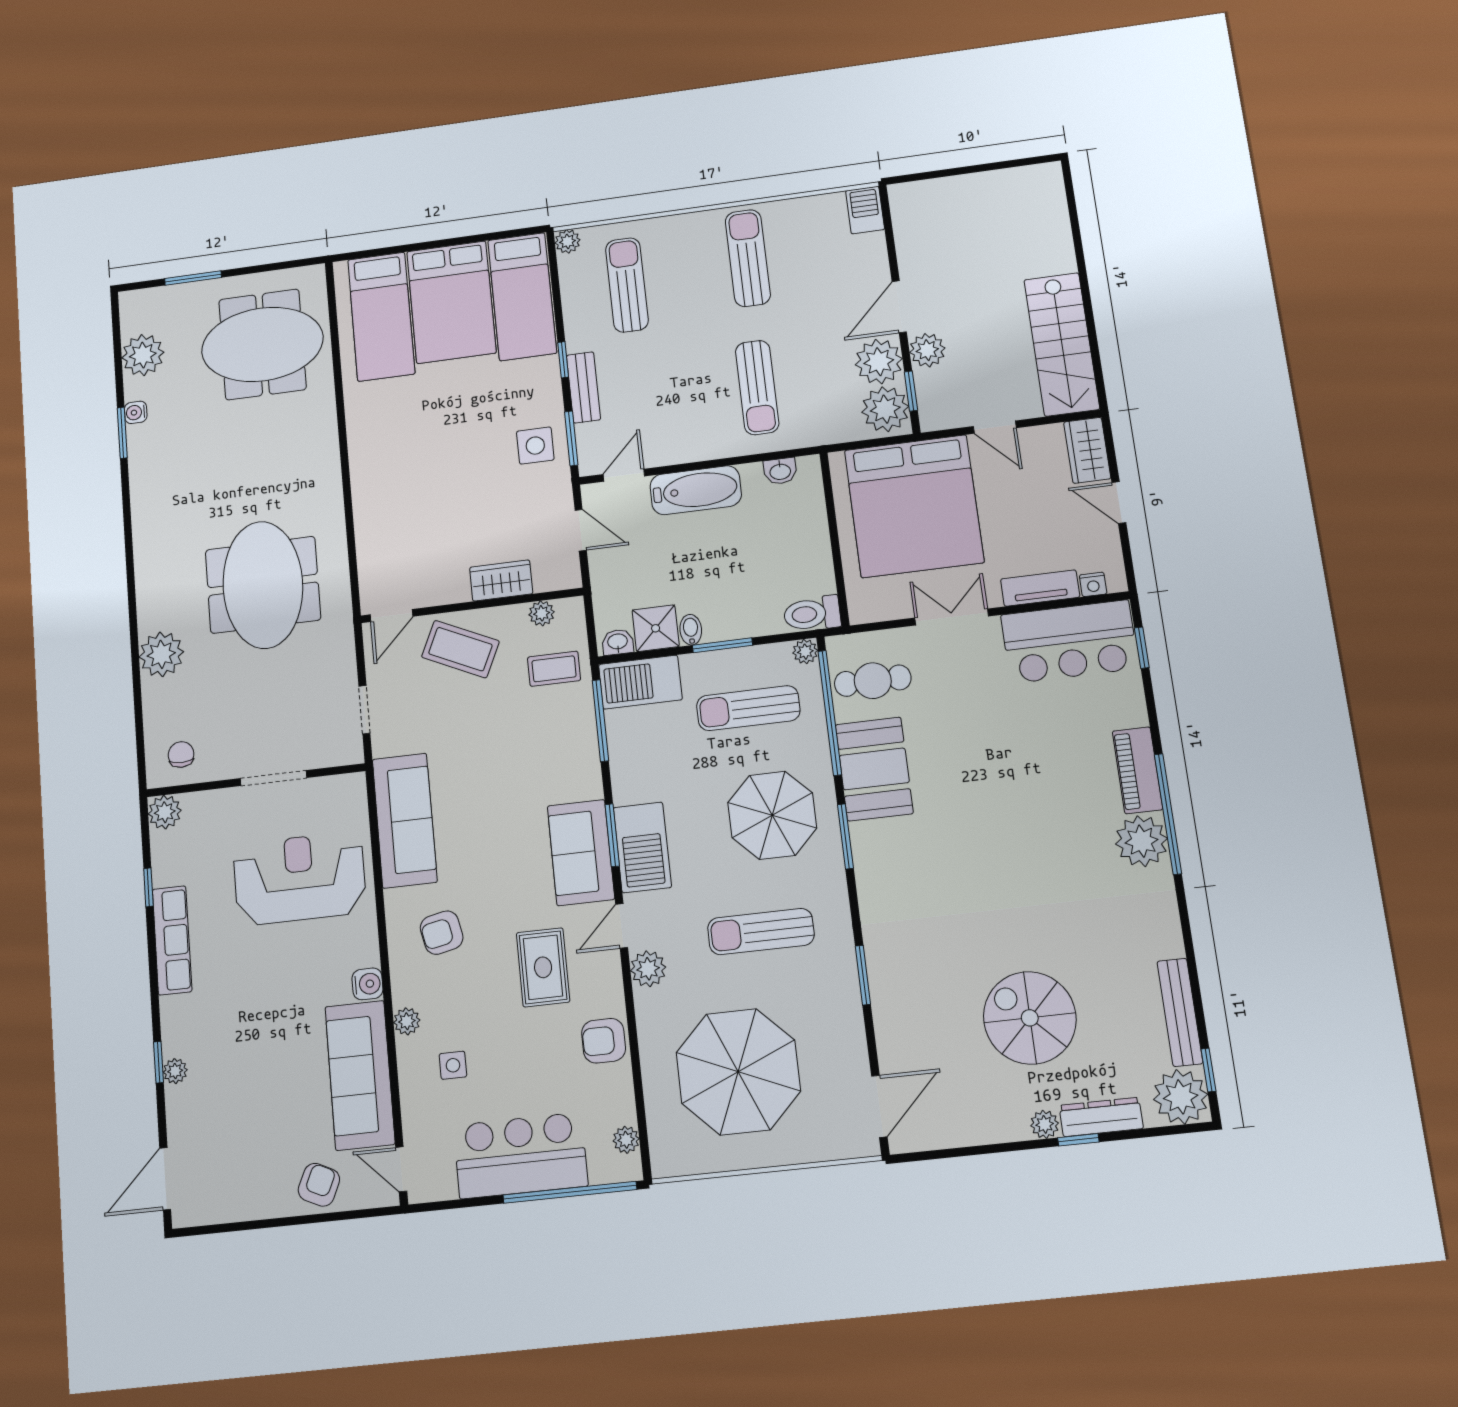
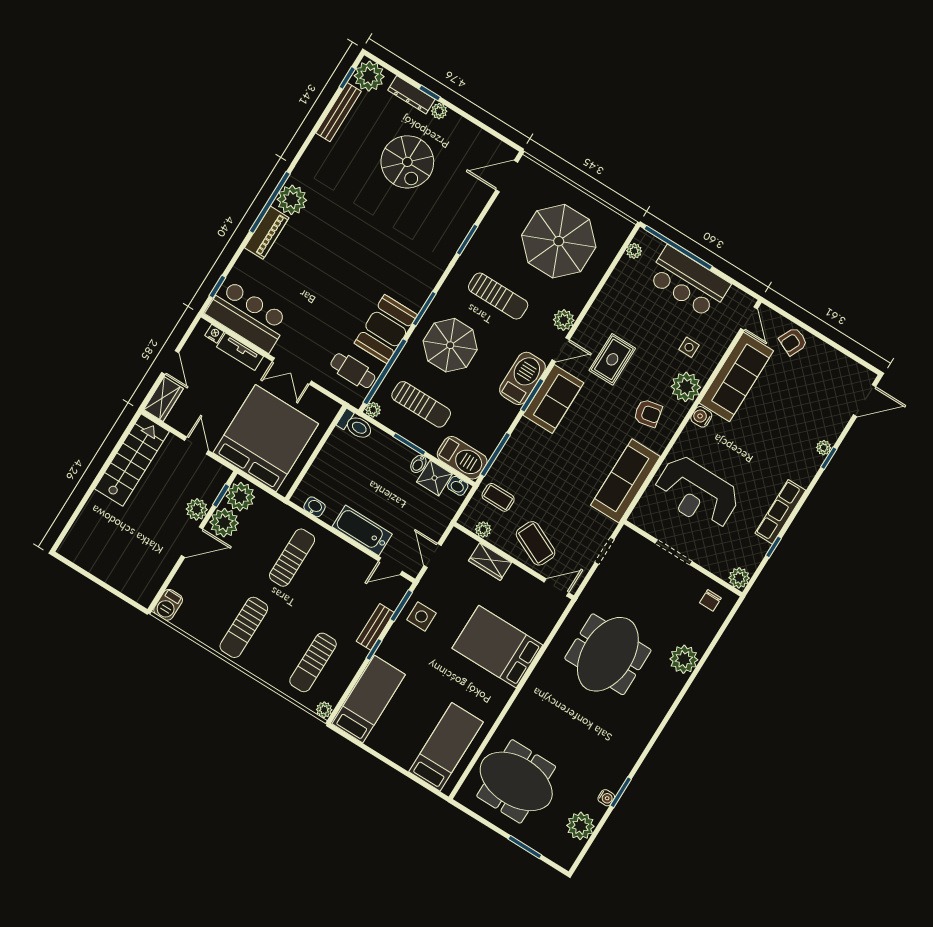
bed: (451, 302) -> (497, 647), moved, turned -90
plant: (407, 1021) -> (686, 387), width x1.87, depth x1.87
armchair: (604, 1041) -> (610, 304), removed

